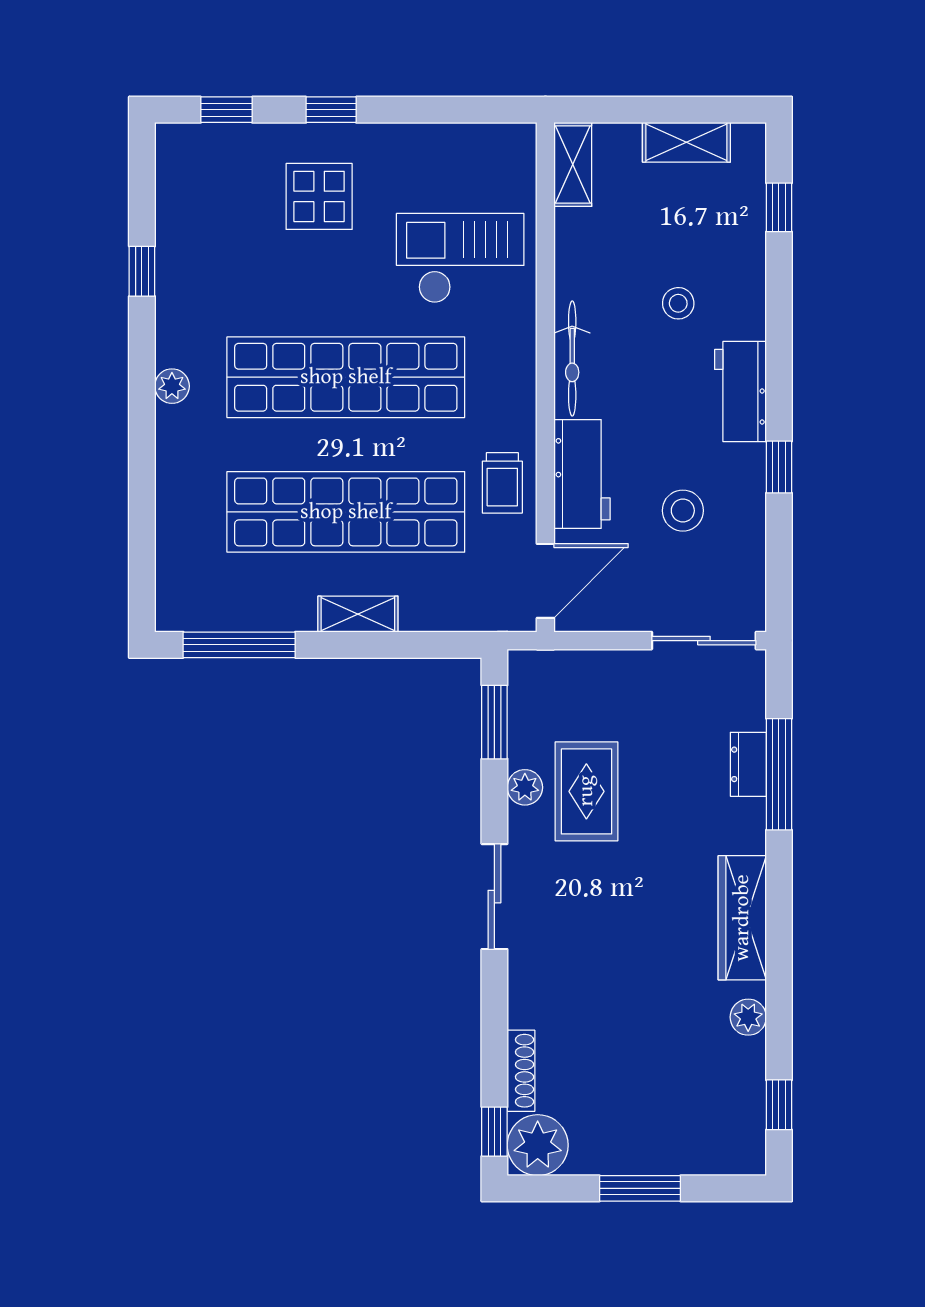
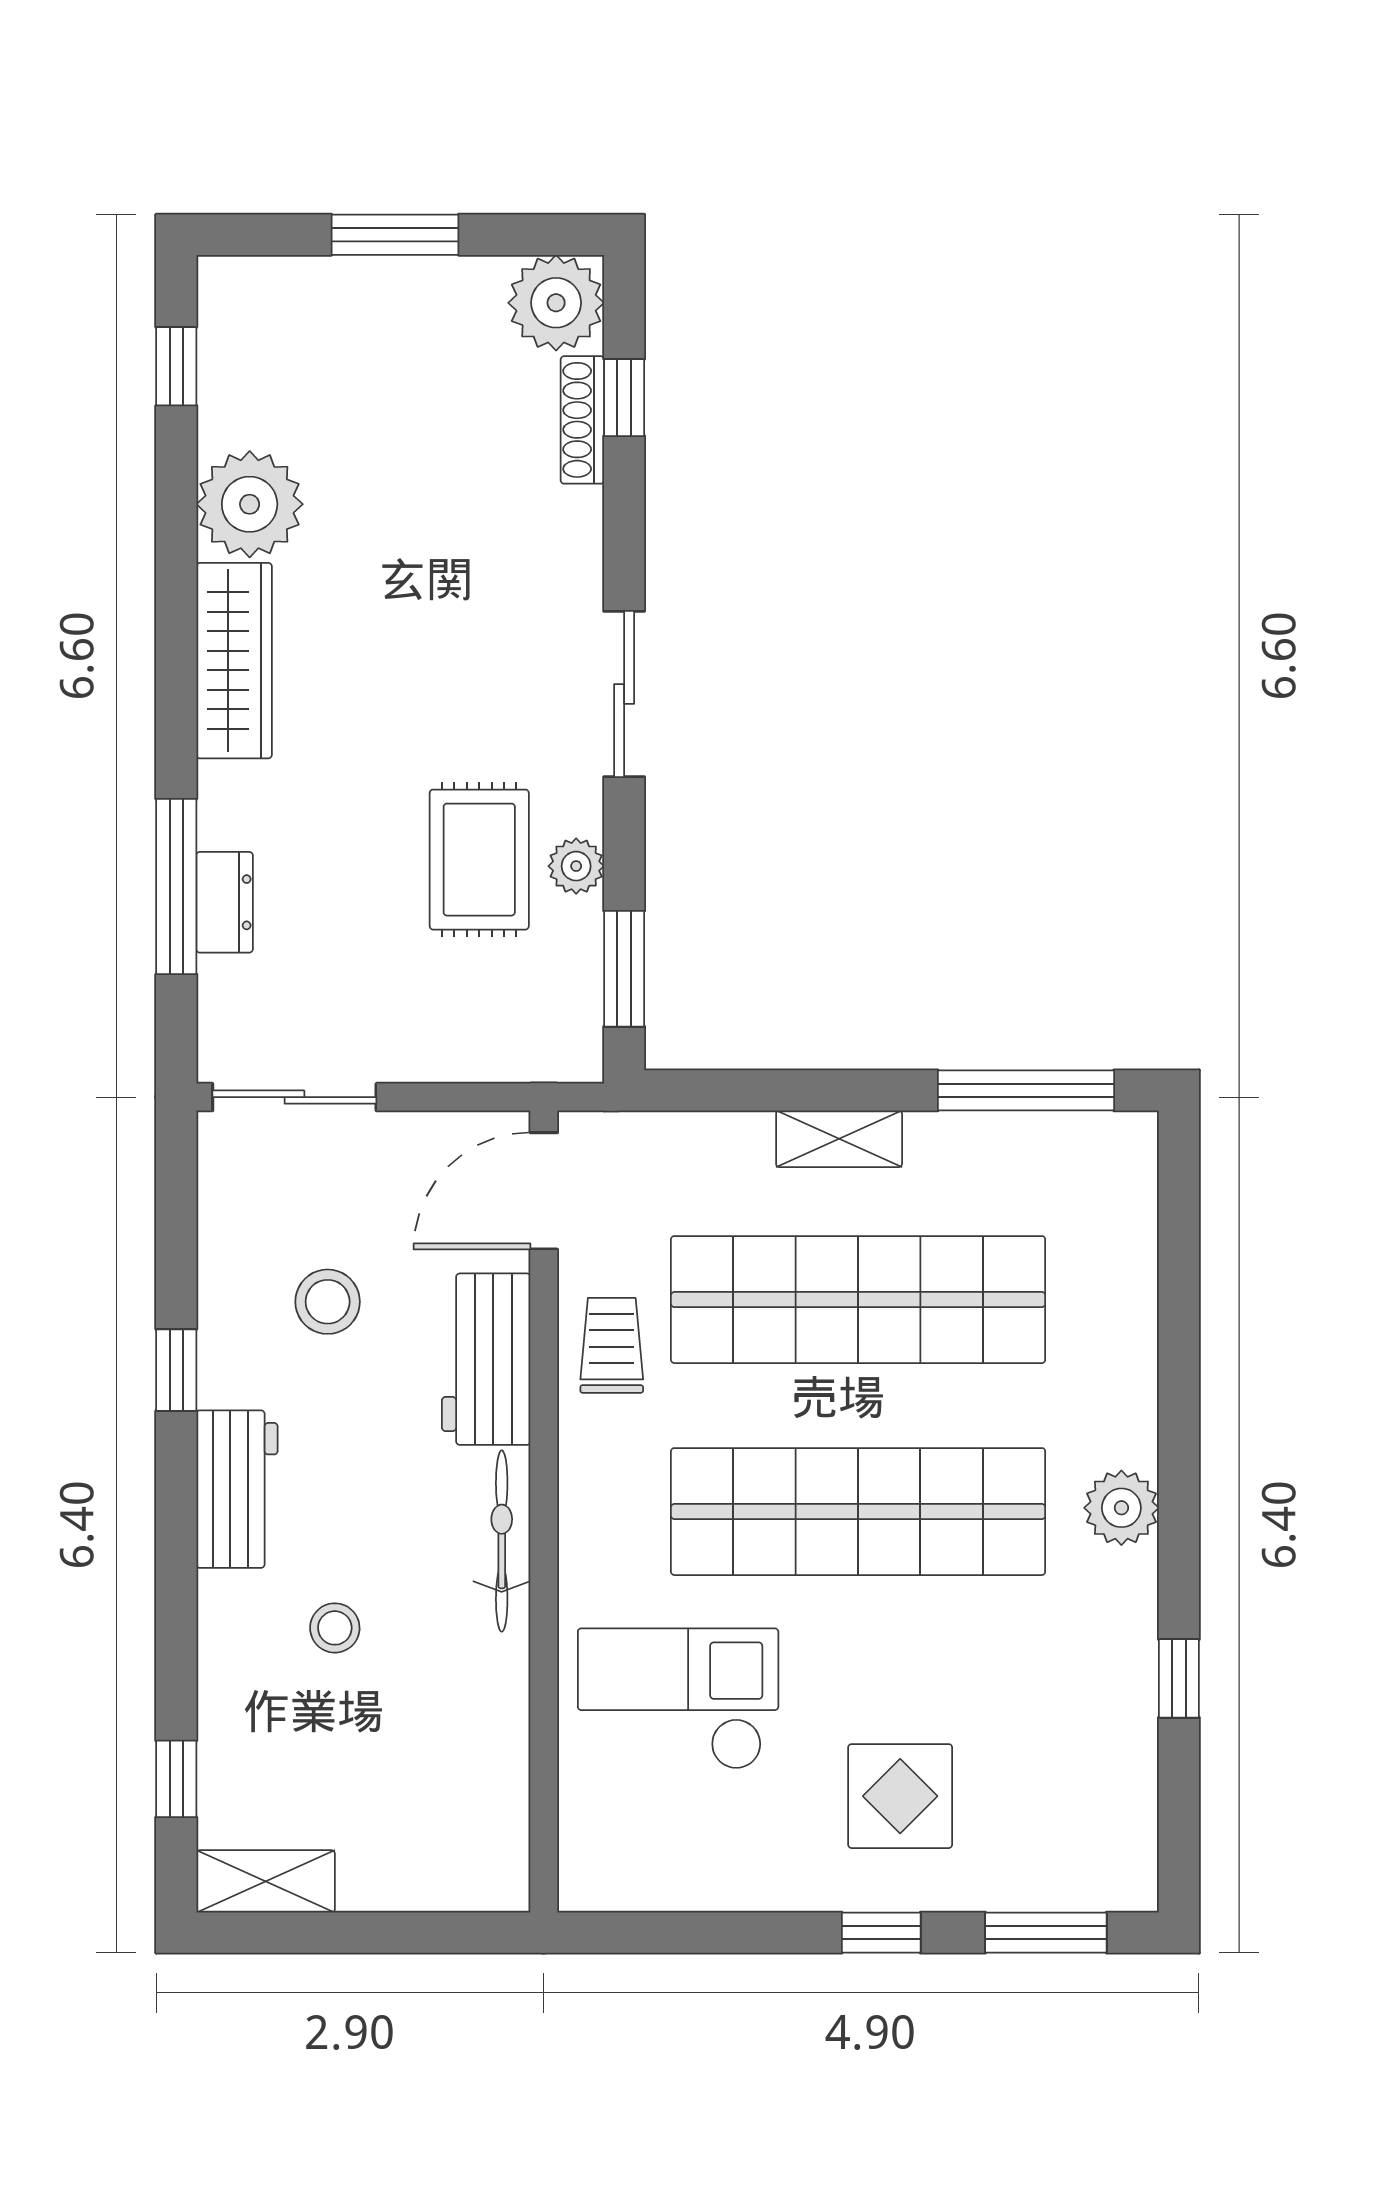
window: (227, 110) -> (1046, 1933), width x1.50
shelving: (686, 142) -> (266, 1881), moved
shelving: (573, 164) -> (501, 1846), removed
checkout: (460, 258) -> (678, 1699), turned 180
plant: (172, 386) -> (1121, 1508), width x1.38, depth x1.38
plant: (748, 1017) -> (250, 504), width x1.88, depth x1.88
window: (494, 1132) -> (624, 398), moved

